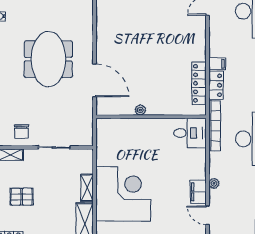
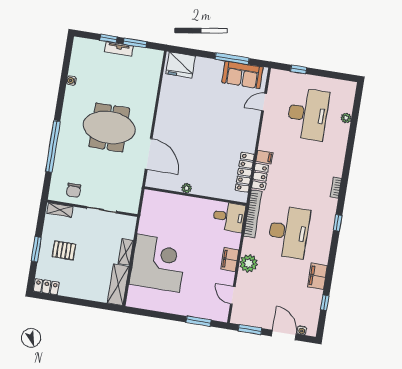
meeting table: (48, 59) -> (109, 127), turned 90
plant: (214, 183) -> (249, 263), width x1.87, depth x1.87
filing cabinet: (198, 192) -> (230, 259), moved

